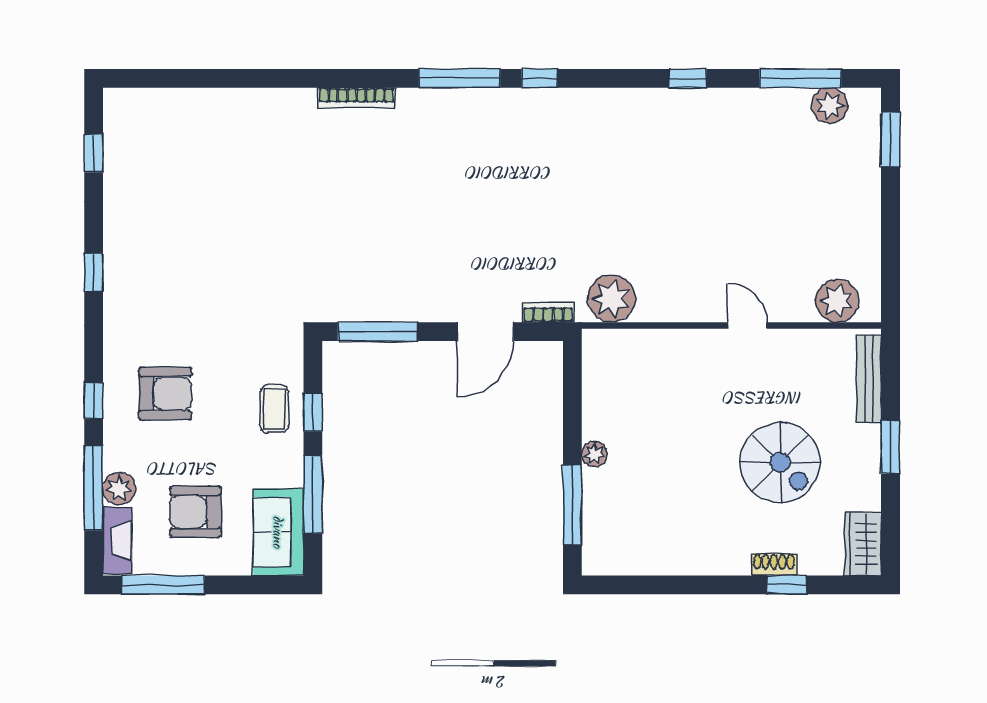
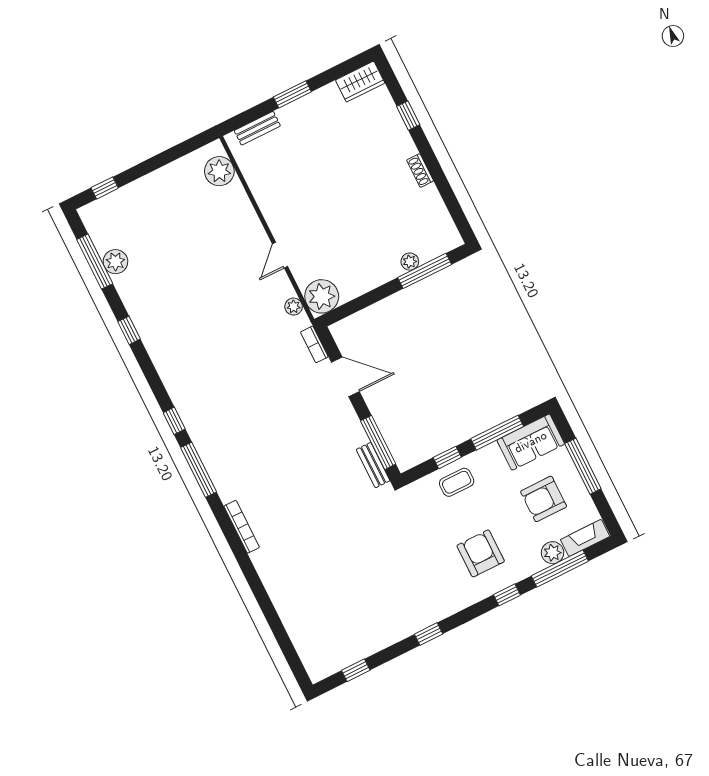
plant: (830, 105) -> (115, 262), moved
window: (890, 139) -> (105, 188), width x0.67
plant: (611, 299) -> (294, 307), width x0.53, depth x0.53
bench: (351, 310) -> (373, 465), added
door: (747, 325) -> (280, 255), moved
plant: (606, 353) -> (322, 296), added
bench: (869, 379) -> (257, 128), width x0.73
plant: (594, 454) -> (410, 262), moved
spiral stairs: (780, 462) -> (335, 157), removed
armchair: (195, 512) -> (544, 499), turned 90
shoe rack: (774, 565) -> (420, 171), moved
window: (163, 585) -> (583, 466), moved

